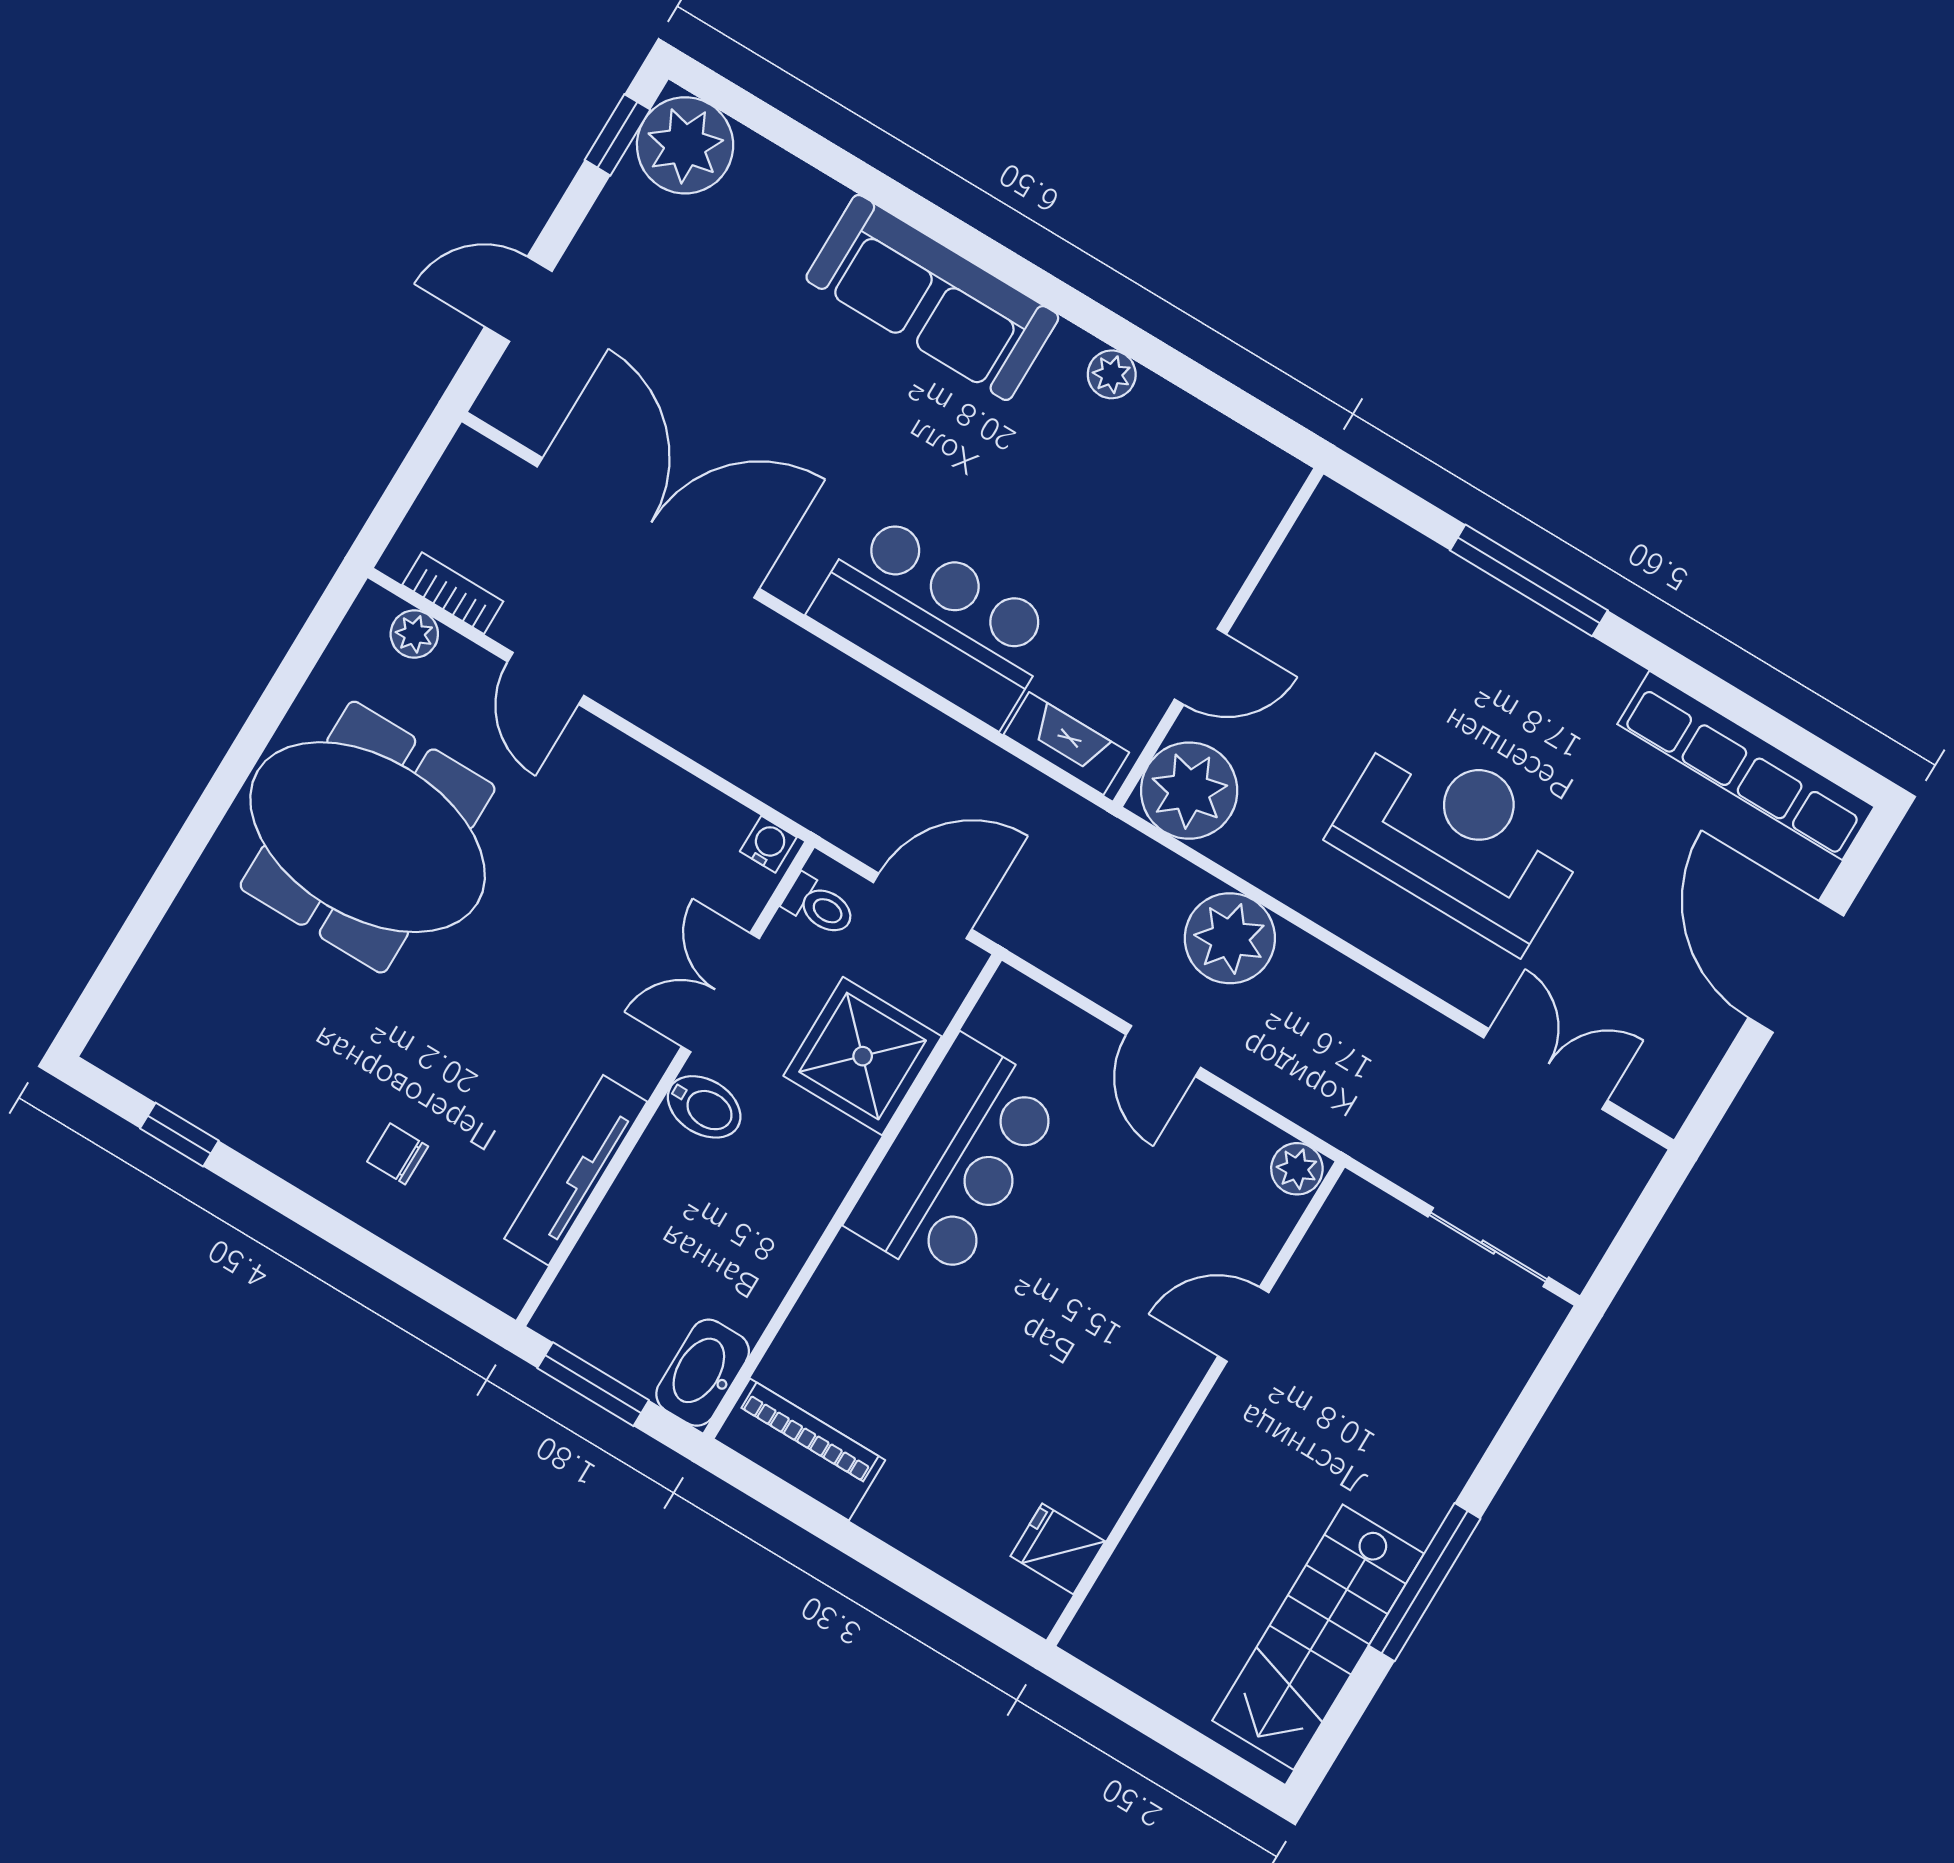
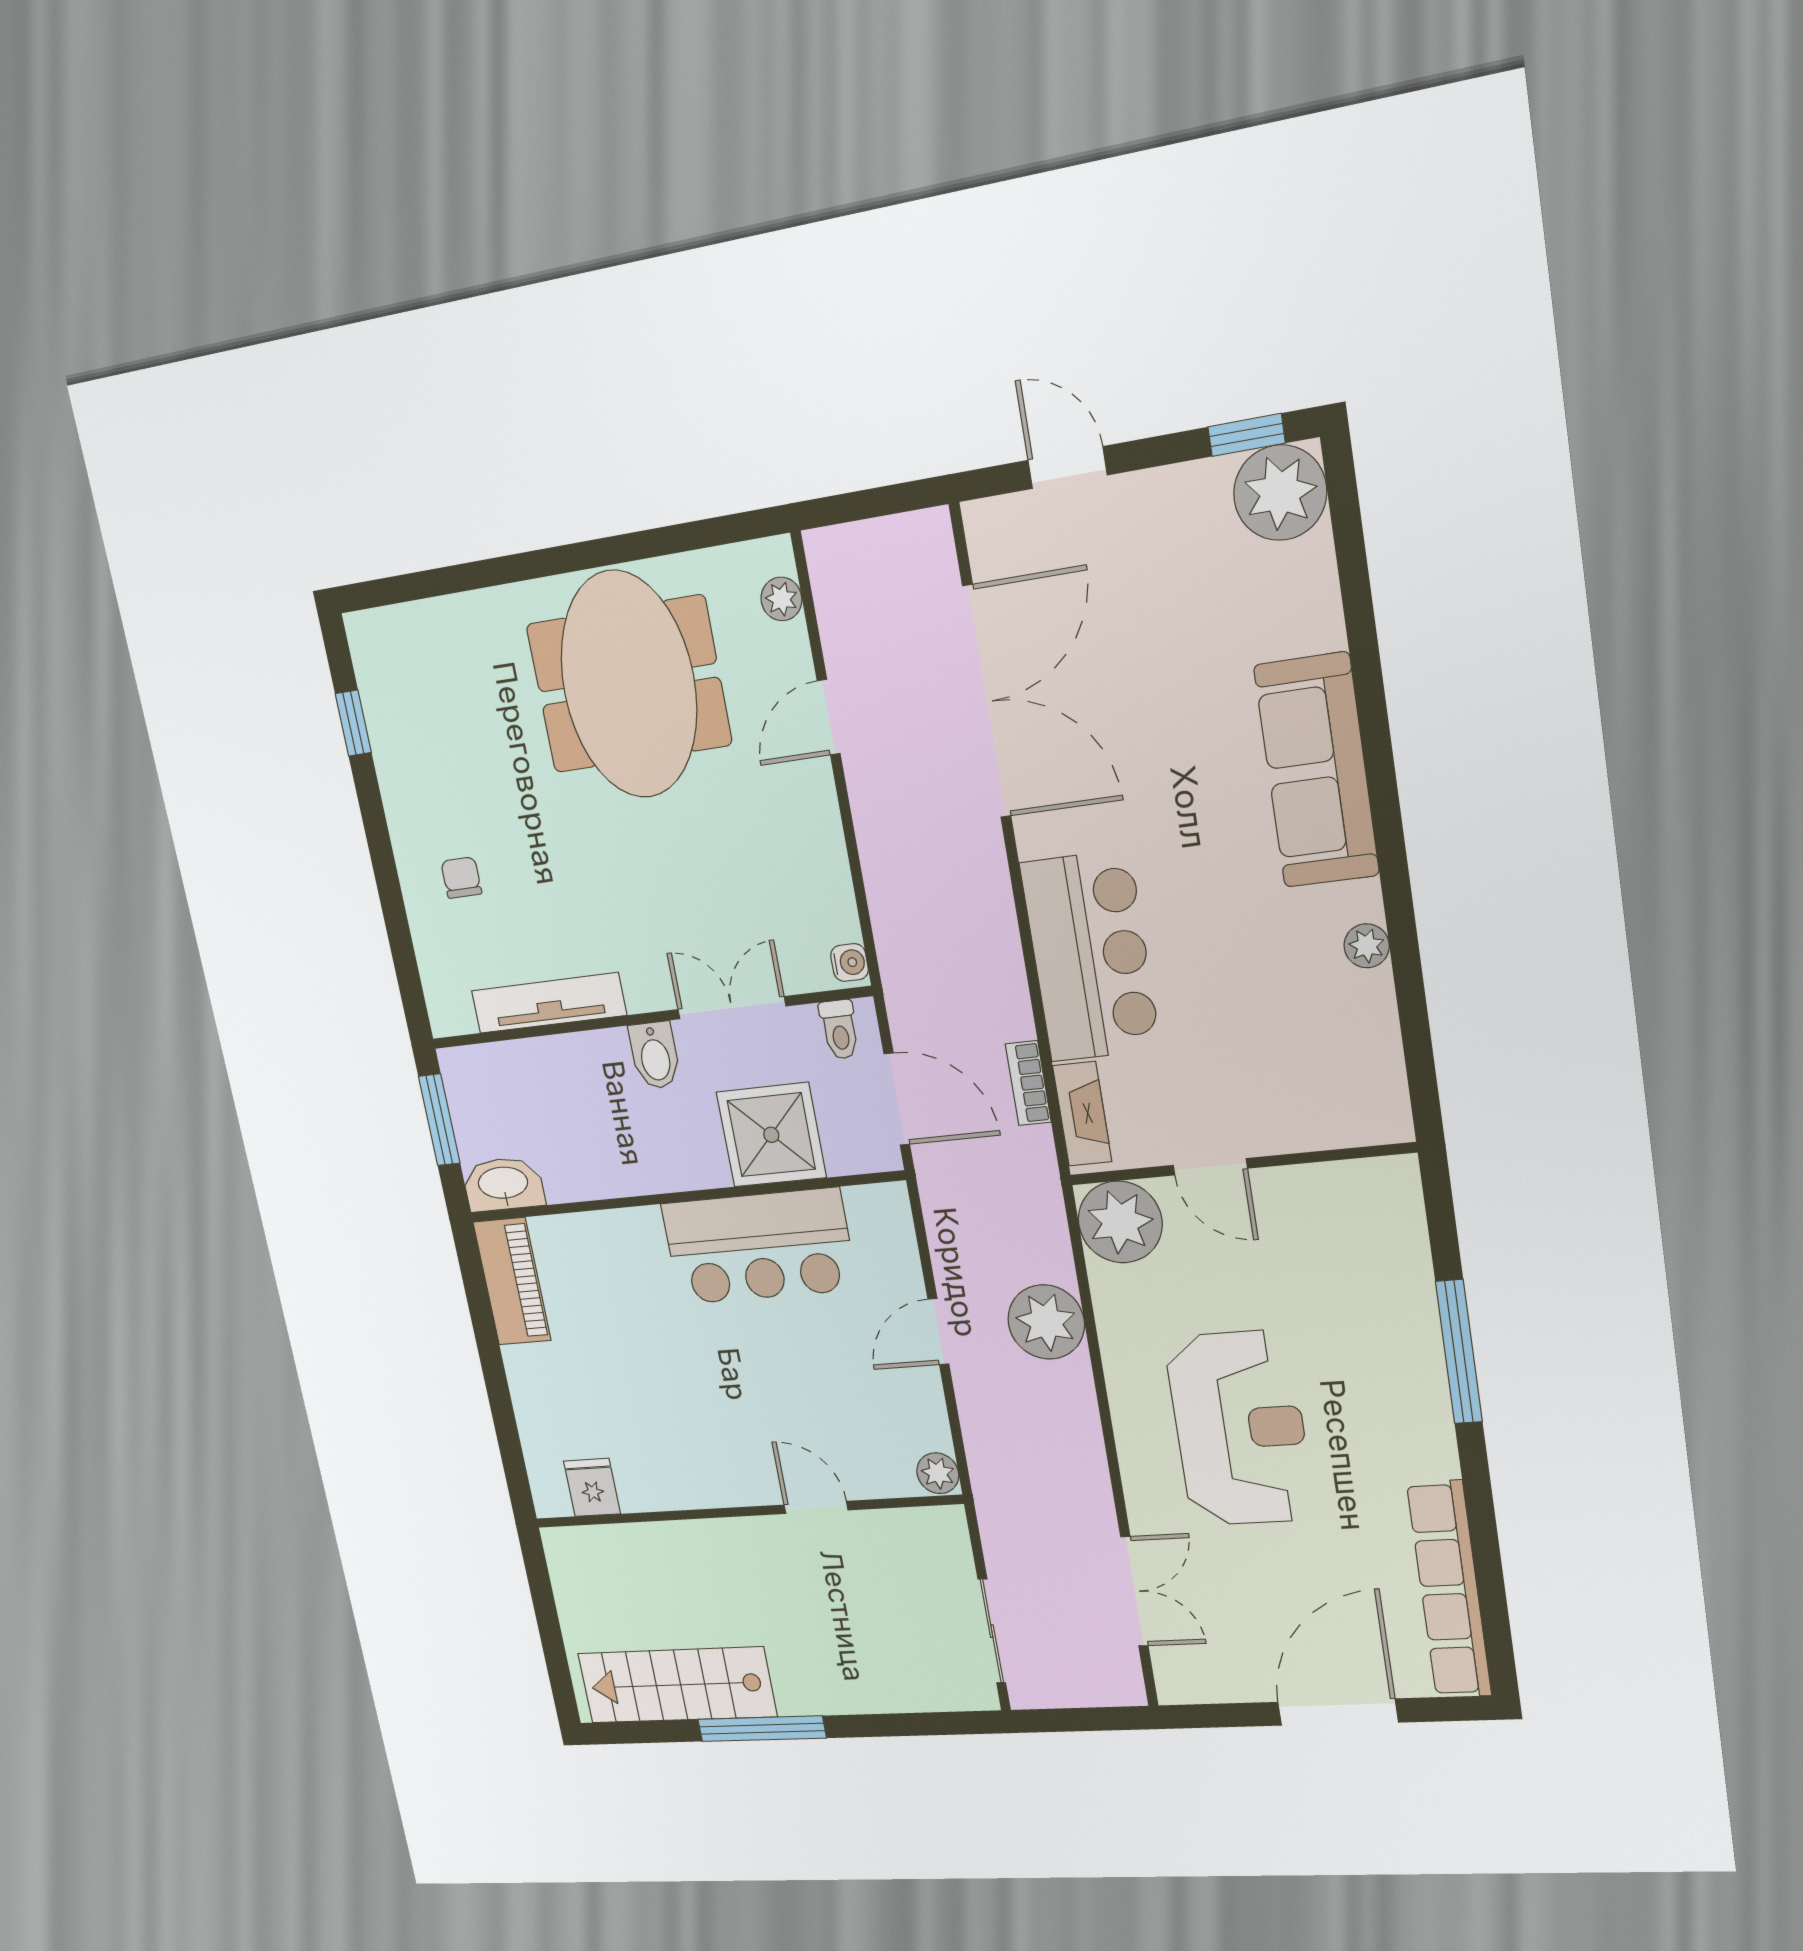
bookcase: (453, 593) -> (1028, 1083), moved, turned 180

